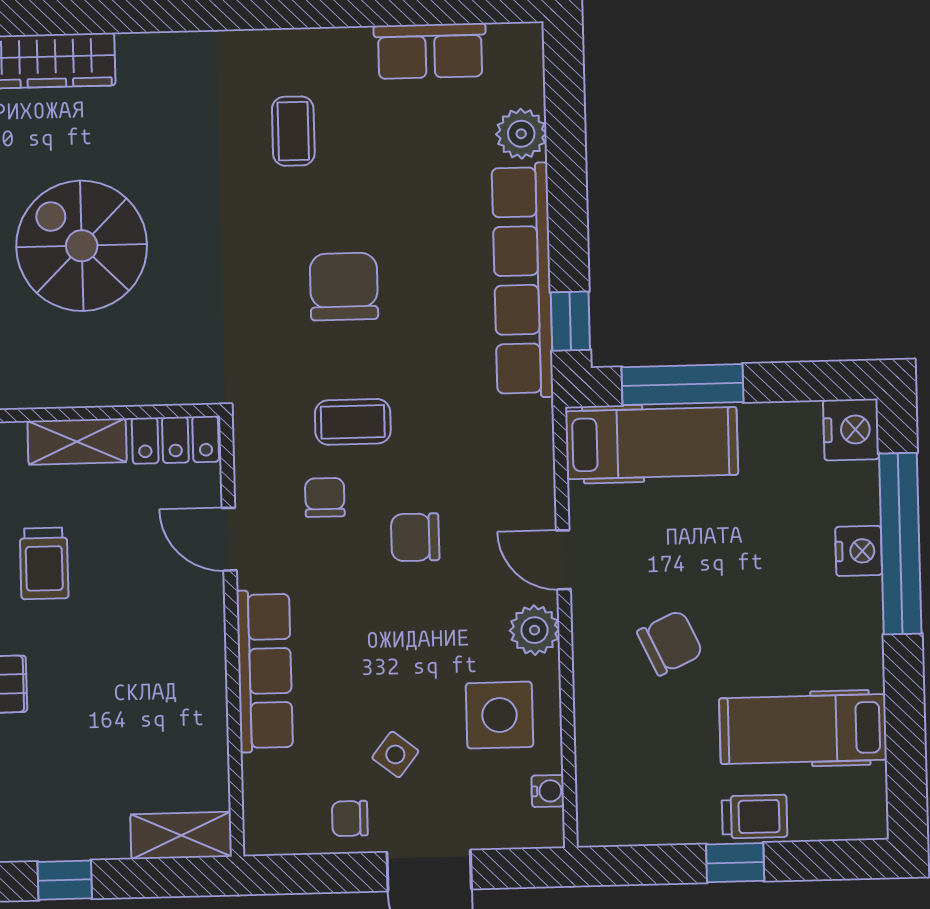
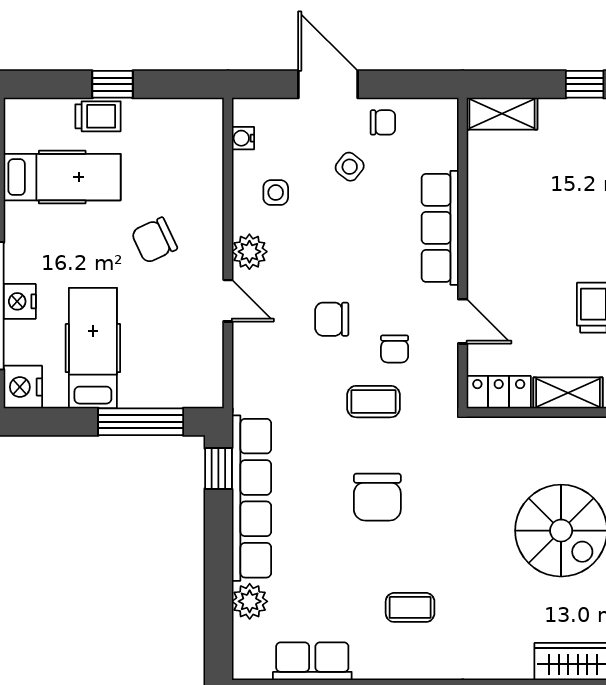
coffee table: (293, 131) -> (410, 607), turned 90
hospital bed: (652, 443) -> (93, 348), moved, turned 90
chair: (415, 537) -> (332, 319), turned 180
side table: (499, 715) -> (276, 193), width x0.54, depth x0.54
trolley: (755, 817) -> (98, 116), turned 180

